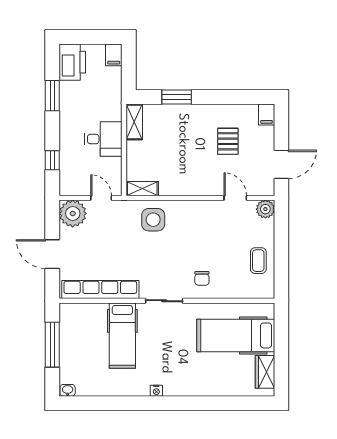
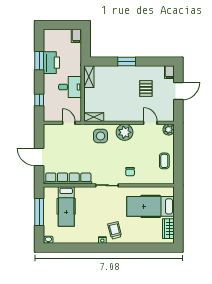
printer: (72, 62) -> (51, 63), moved
window: (177, 97) -> (127, 62), moved
door: (281, 164) -> (178, 91), moved
plant: (73, 213) -> (125, 132), moved
hospital bed: (122, 336) -> (66, 206), moved
trolley: (177, 375) -> (115, 230), added

